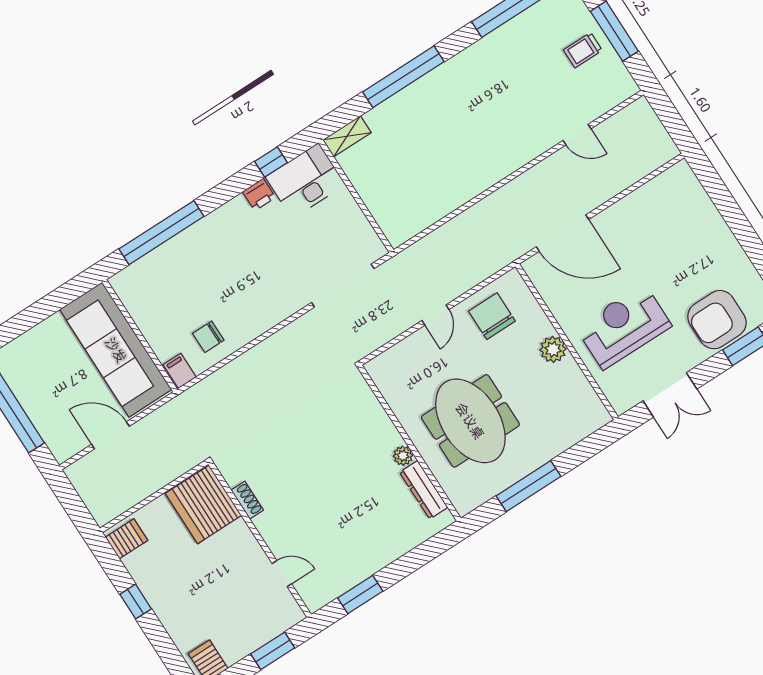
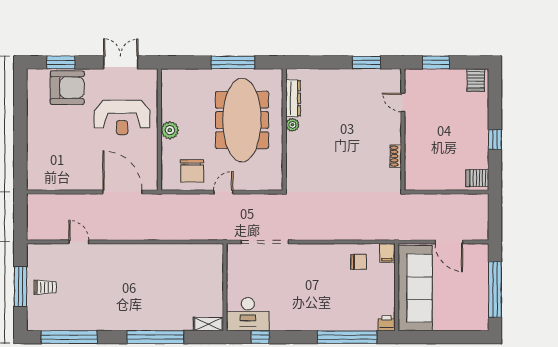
printer: (259, 195) -> (387, 323), moved
meeting table: (470, 421) -> (242, 120), width x1.36
server rack: (203, 504) -> (422, 170), removed

